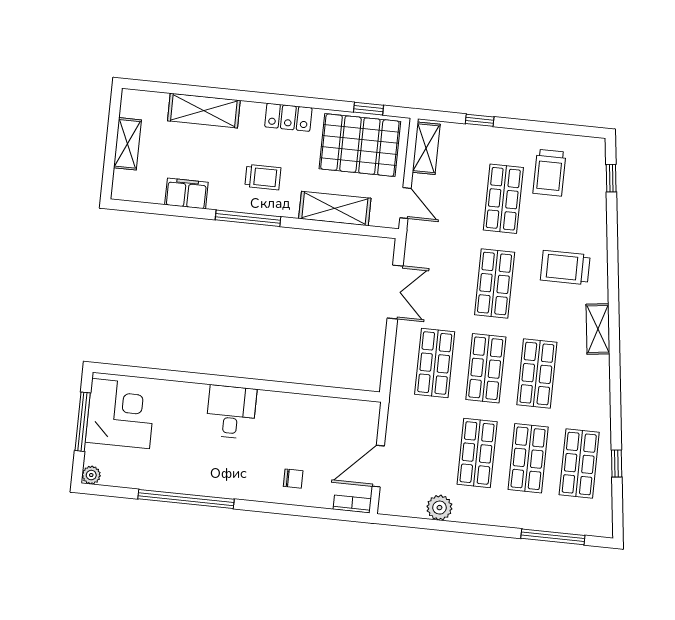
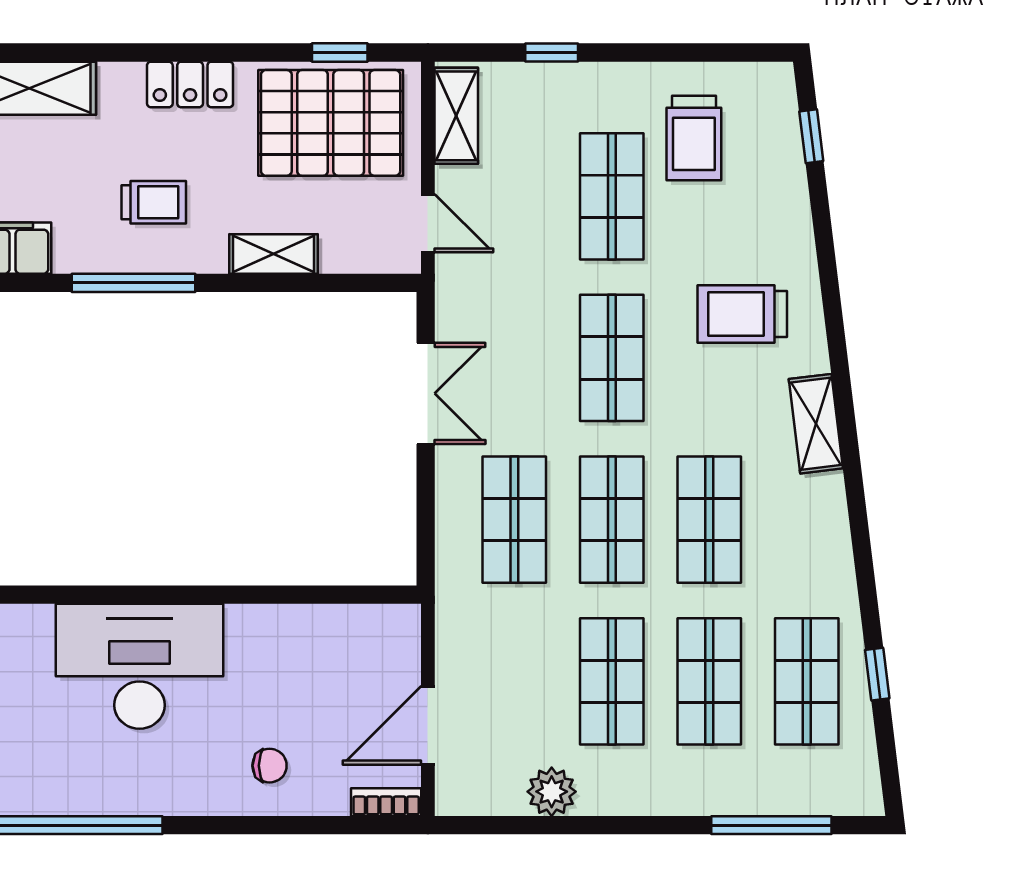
shelving: (335, 208) -> (274, 254), width x0.67, depth x0.75
desk: (231, 412) -> (139, 666), width x1.87, depth x1.30

